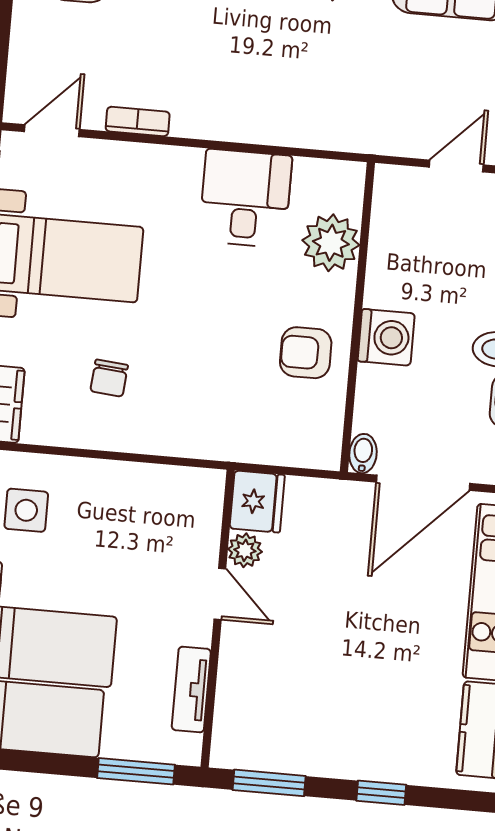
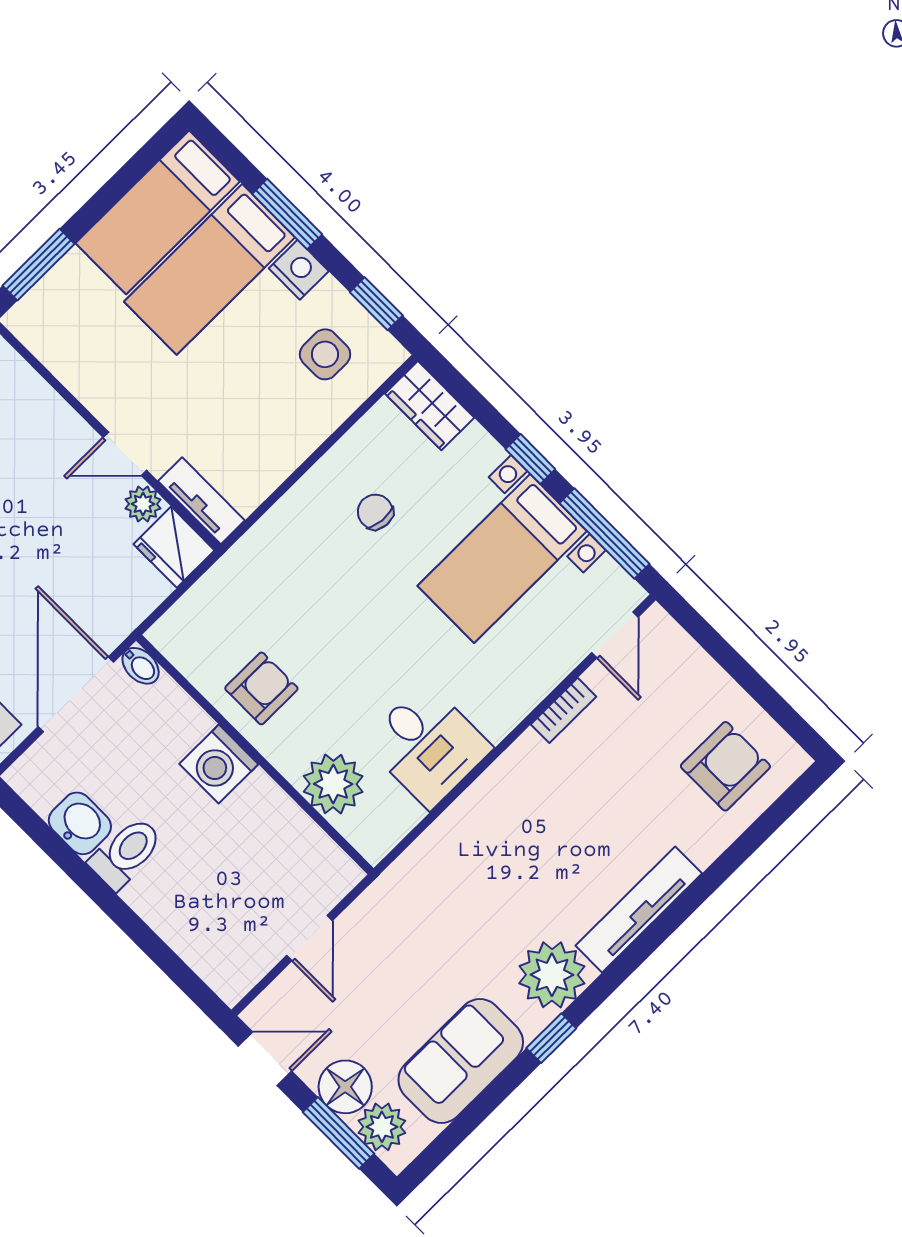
tv unit: (191, 689) -> (201, 501), moved

